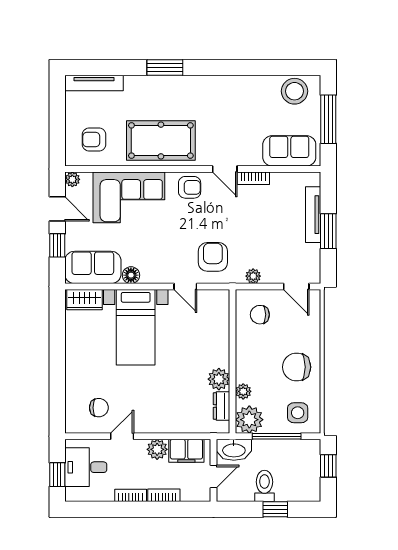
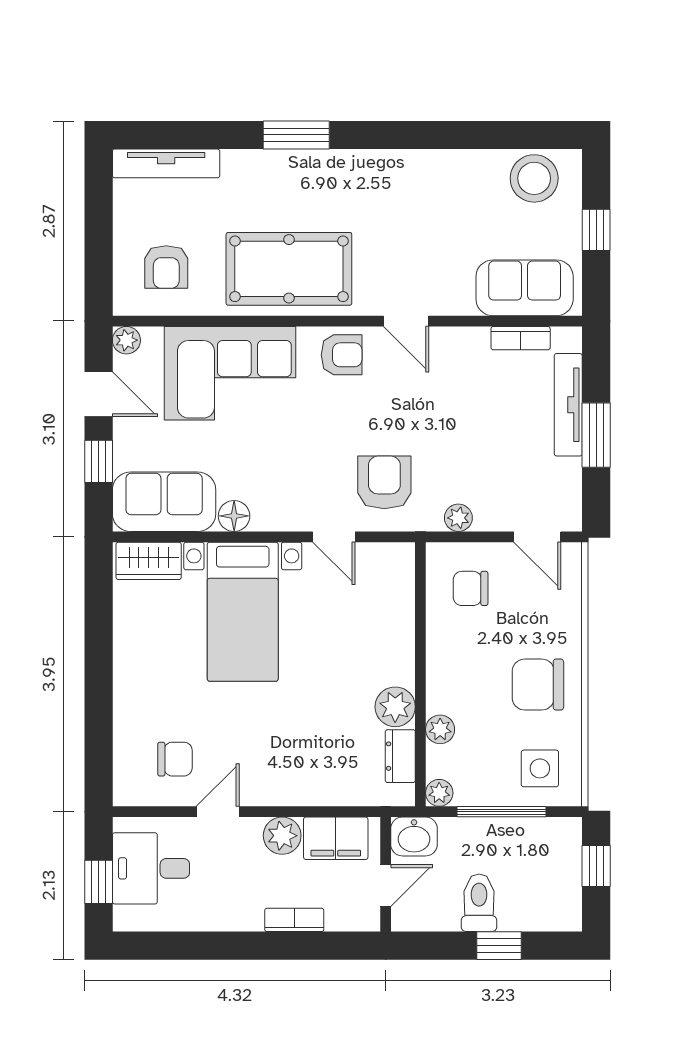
window: (328, 119) -> (596, 230), width x0.46
armchair: (94, 140) -> (166, 267), turned -90
bookcase: (253, 178) -> (521, 338), moved
plant: (249, 420) -> (439, 793), width x0.53, depth x0.53
washbasin: (234, 450) -> (414, 836), width x0.72
bookcase: (131, 495) -> (233, 920), removed

